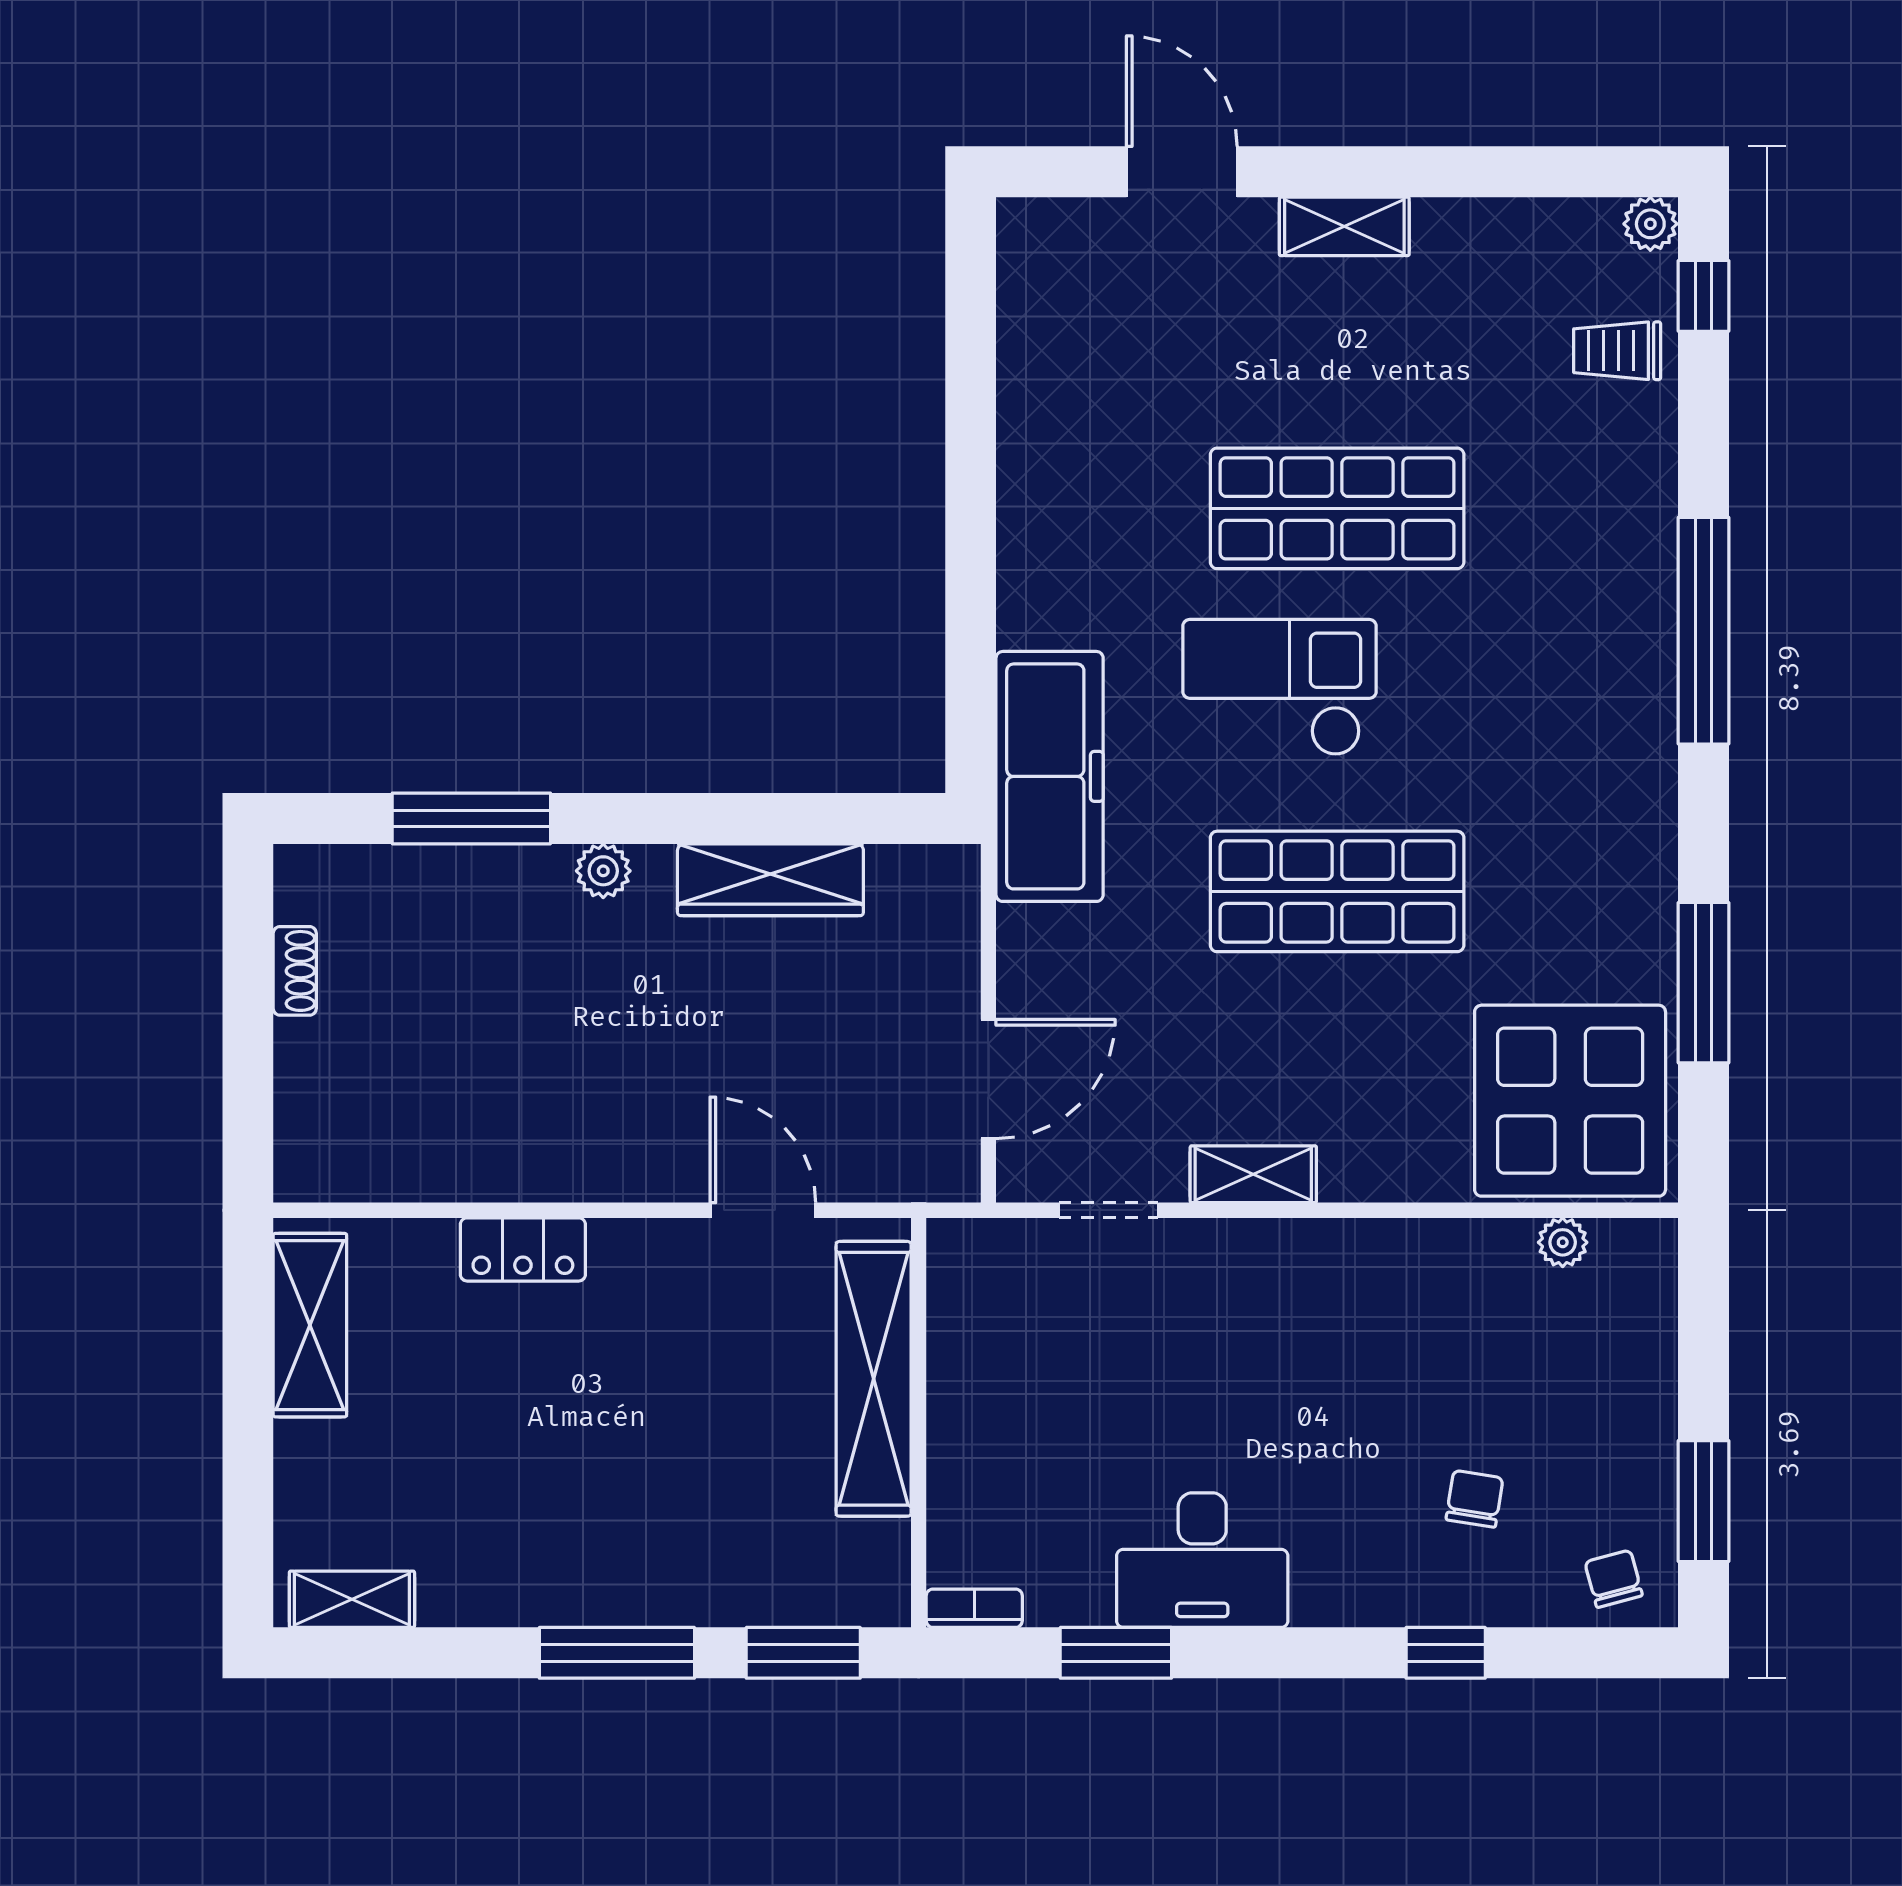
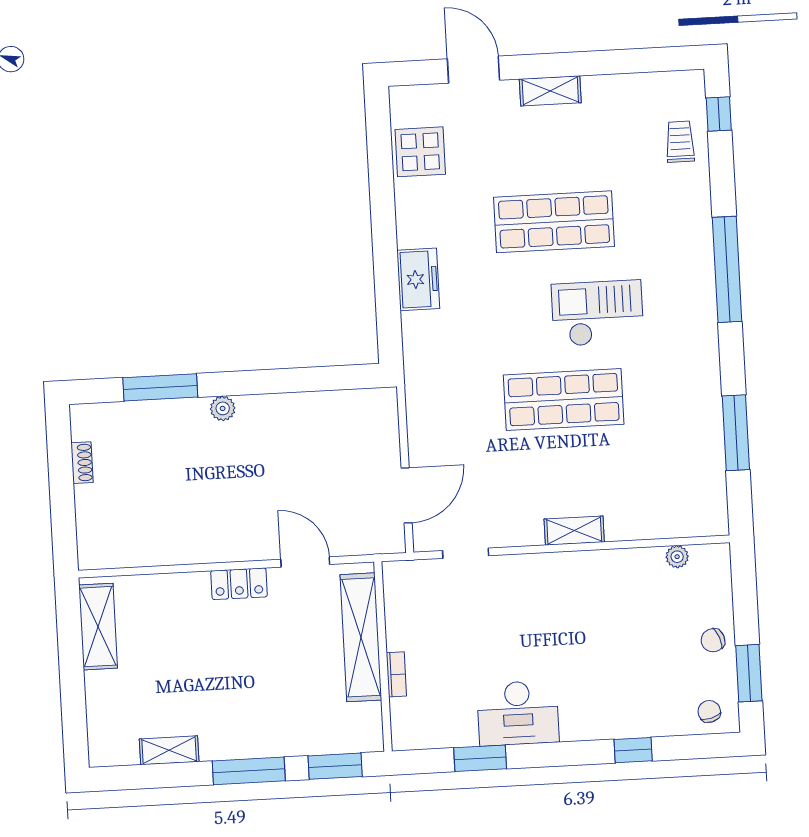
plant: (1650, 224) -> (692, 82), removed
trolley: (1617, 351) -> (680, 142), turned 90
checkout: (1279, 687) -> (598, 313), moved
freezer: (1050, 776) -> (418, 279), moved, width x0.52, depth x0.79
wardrobe: (770, 880) -> (300, 408), removed
display table: (1570, 1101) -> (420, 152), moved, width x0.54, depth x0.54
shelving: (1253, 1174) -> (574, 531), moved
locker: (523, 1249) -> (239, 584), moved
chair: (1474, 1499) -> (713, 640), moved, turned -120
shelving: (352, 1599) -> (169, 750), moved
bookcase: (974, 1608) -> (396, 674), moved, turned 90

